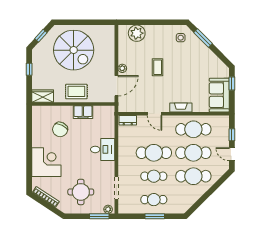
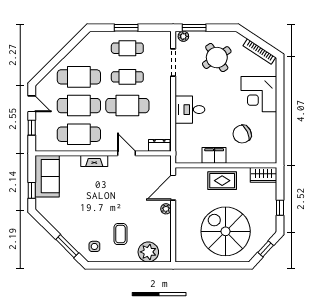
coffee table: (158, 67) -> (120, 234), moved
chair: (60, 129) -> (242, 134), turned -143
round table: (81, 192) -> (217, 58), turned -34

